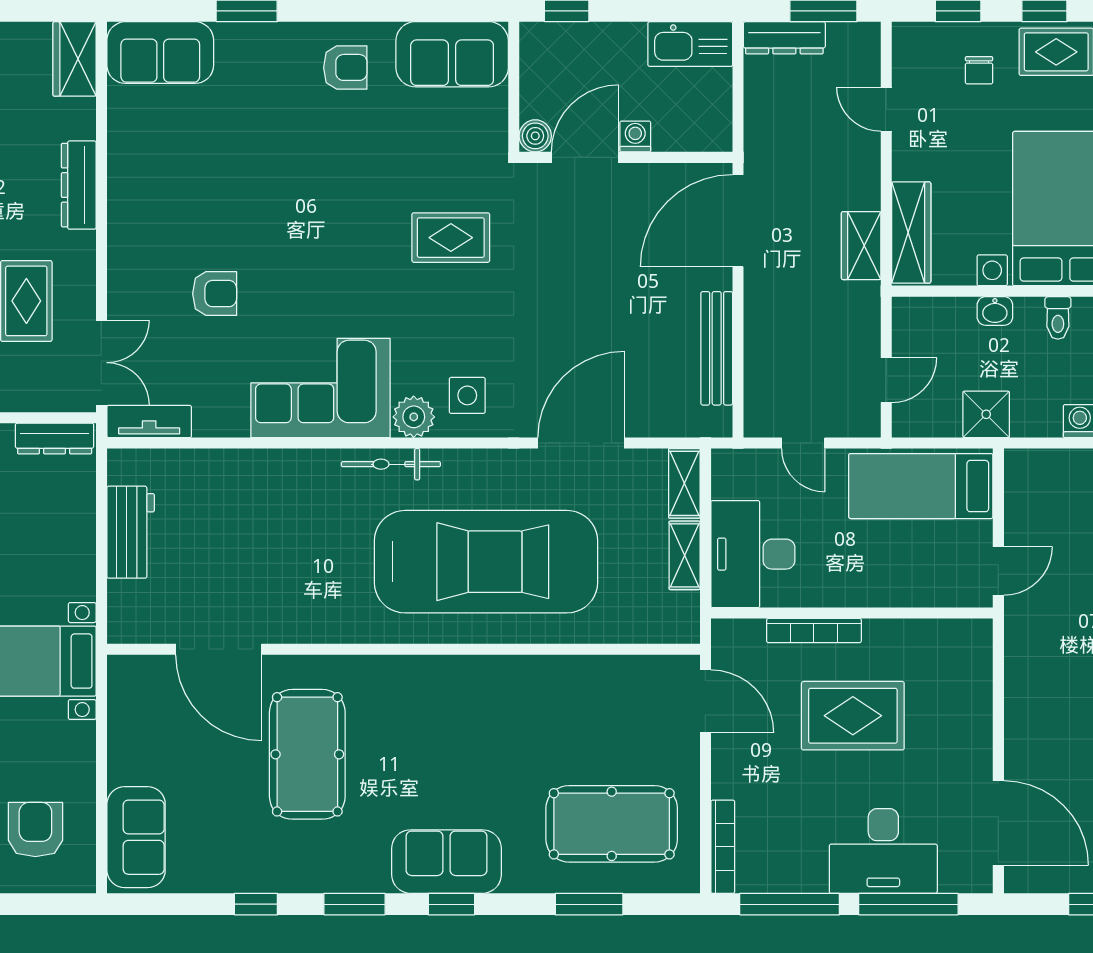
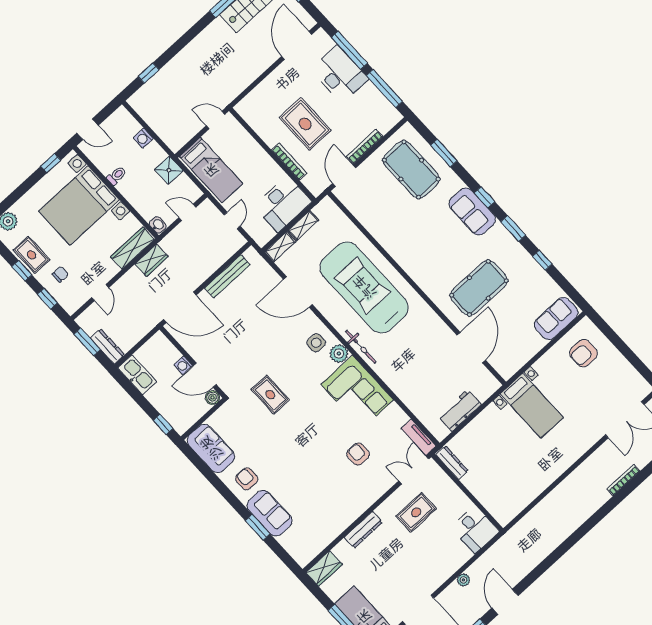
sofa: (160, 53) -> (269, 513), moved
washbasin: (995, 311) -> (158, 225), moved
bookcase: (723, 847) -> (365, 146), moved

